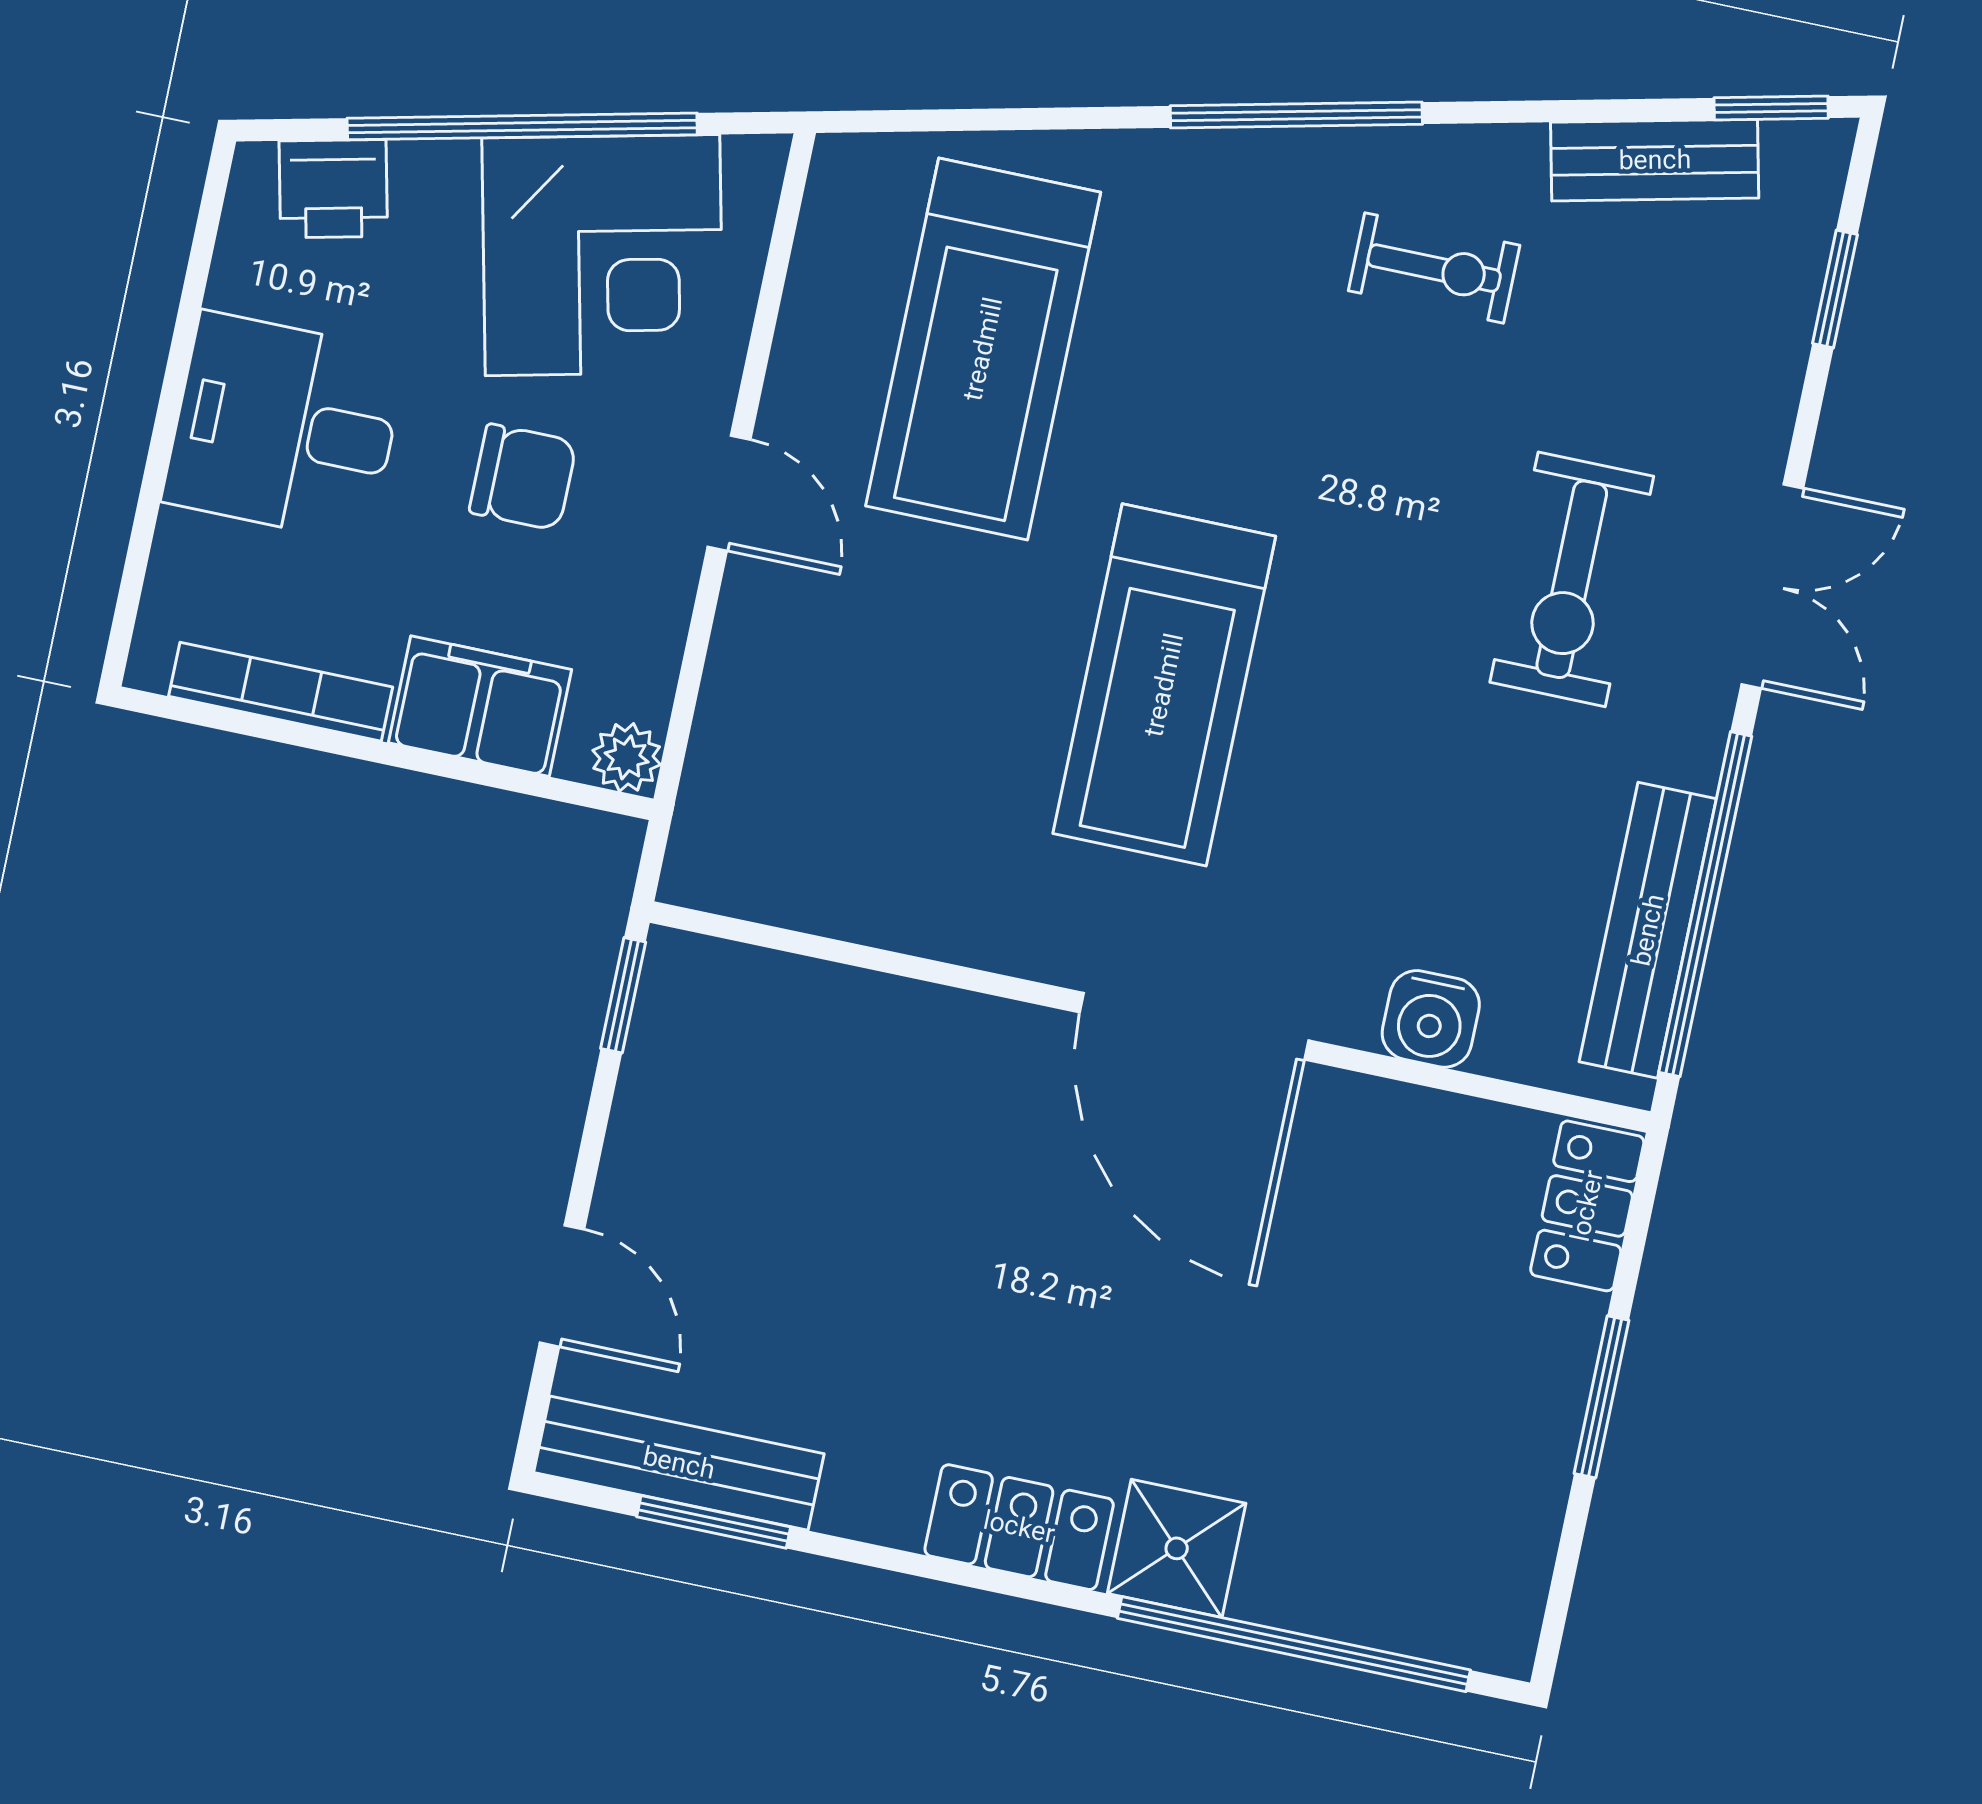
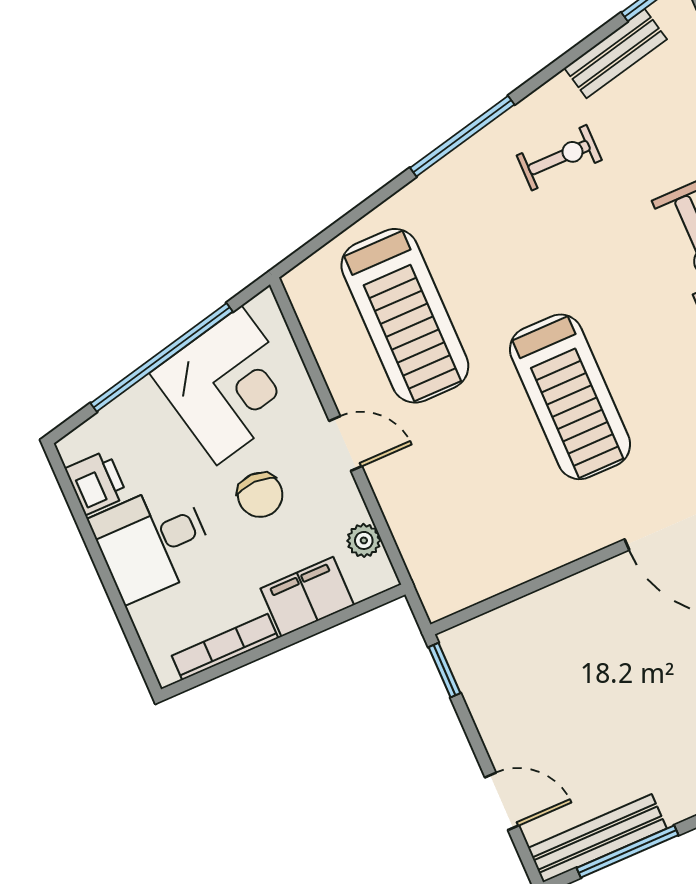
printer: (333, 189) -> (96, 483), moved, turned -77
chair: (523, 477) -> (260, 495), turned 90
plant: (627, 757) -> (364, 540), moved
window: (714, 1522) -> (627, 852), width x1.44

